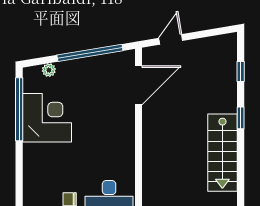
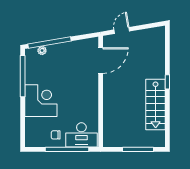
window: (90, 53) -> (50, 43), moved
window: (241, 71) -> (167, 51), removed
corner desk: (47, 118) -> (41, 101), moved

